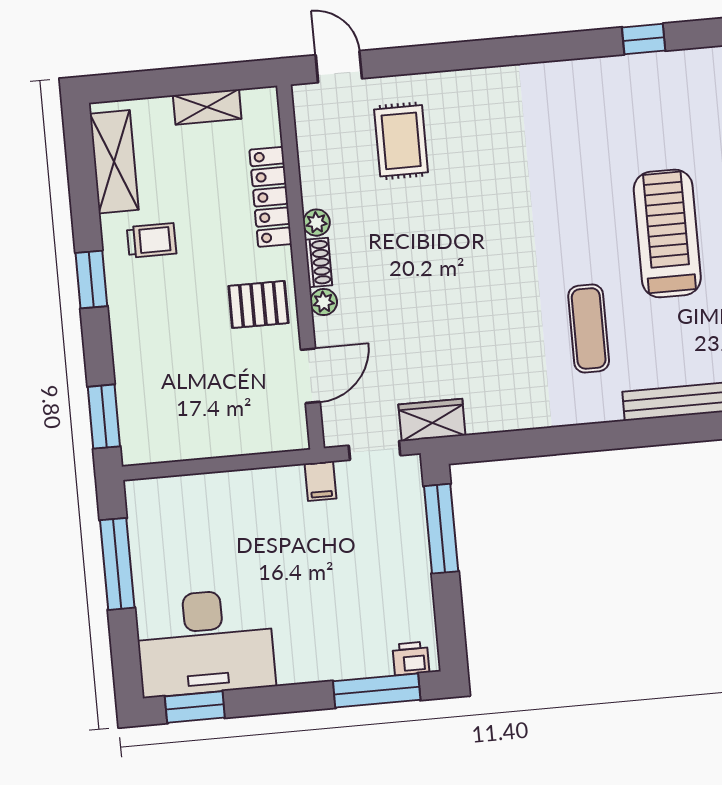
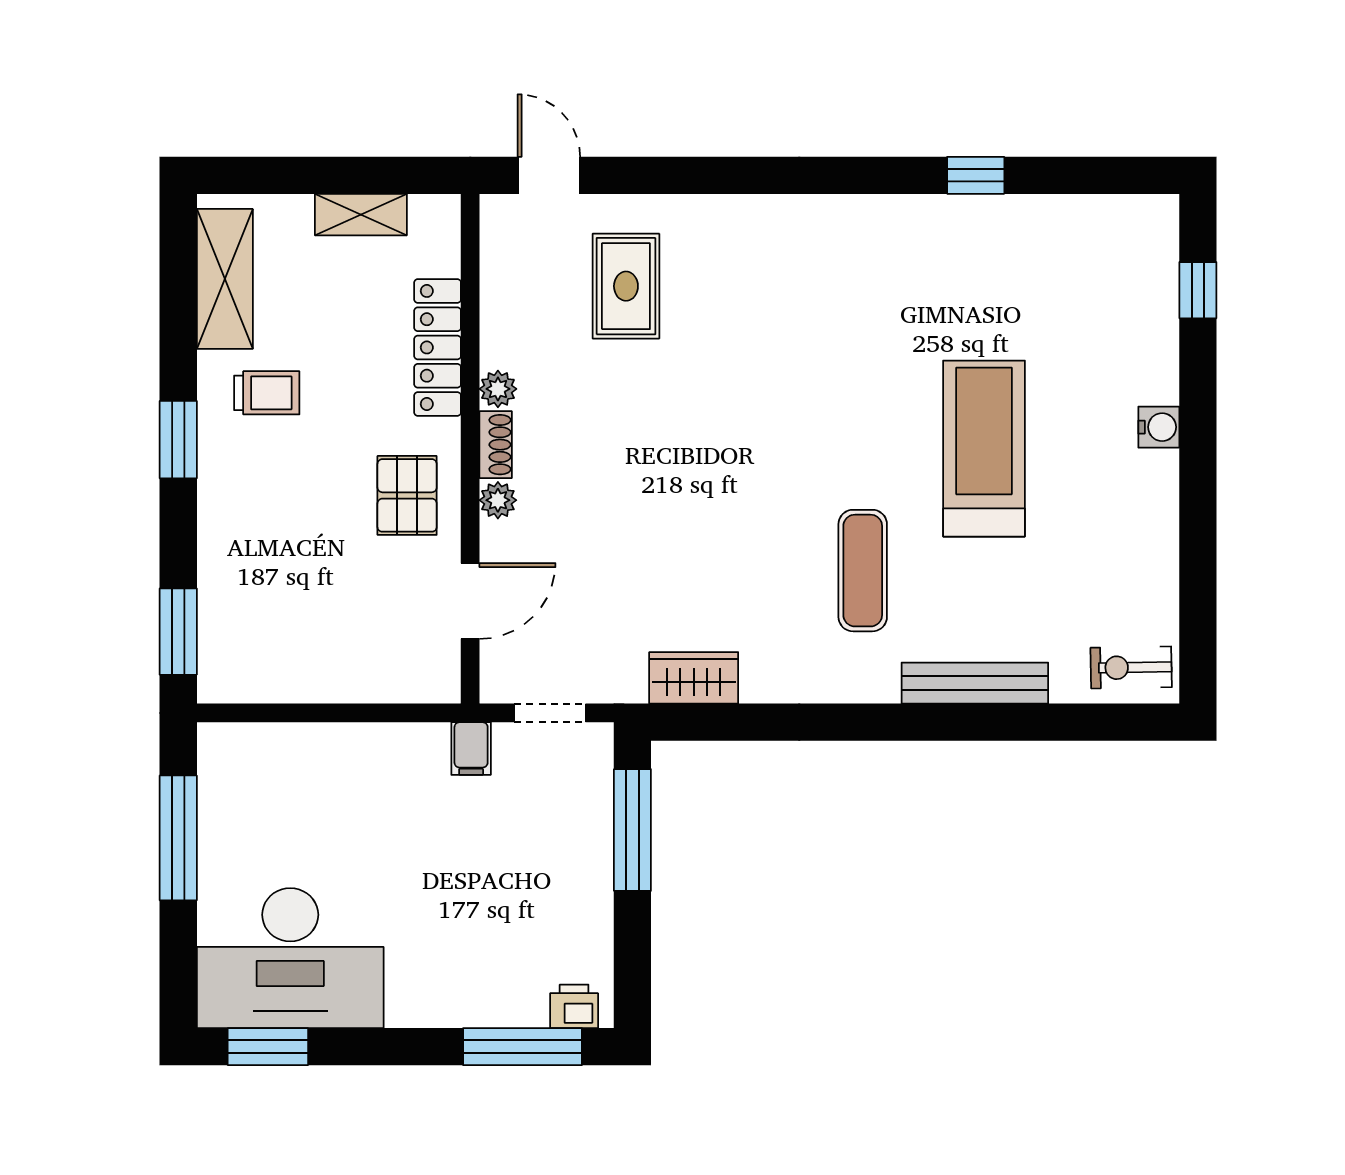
pallet: (258, 304) -> (407, 495), turned 90
wardrobe: (432, 420) -> (694, 678), moved

